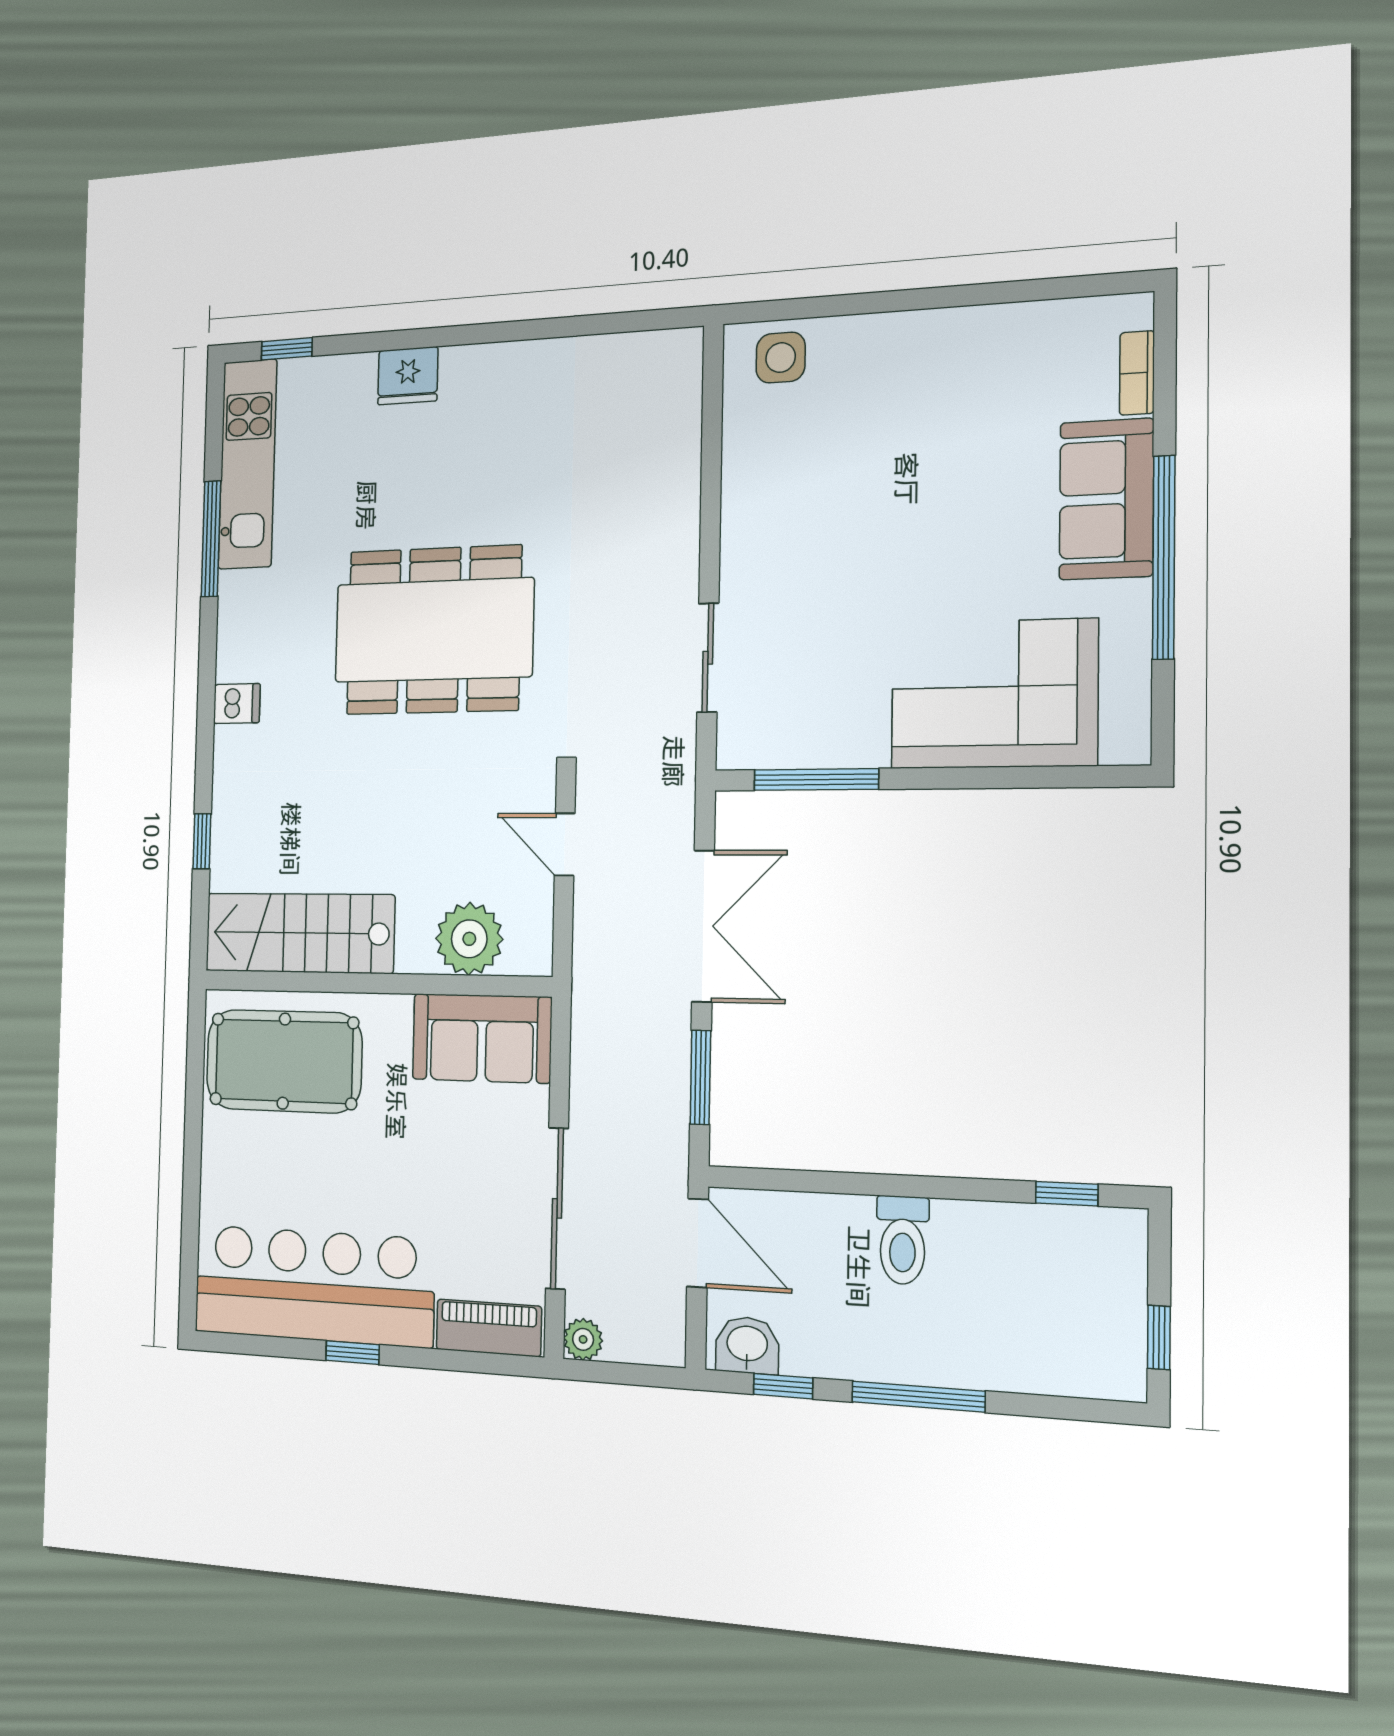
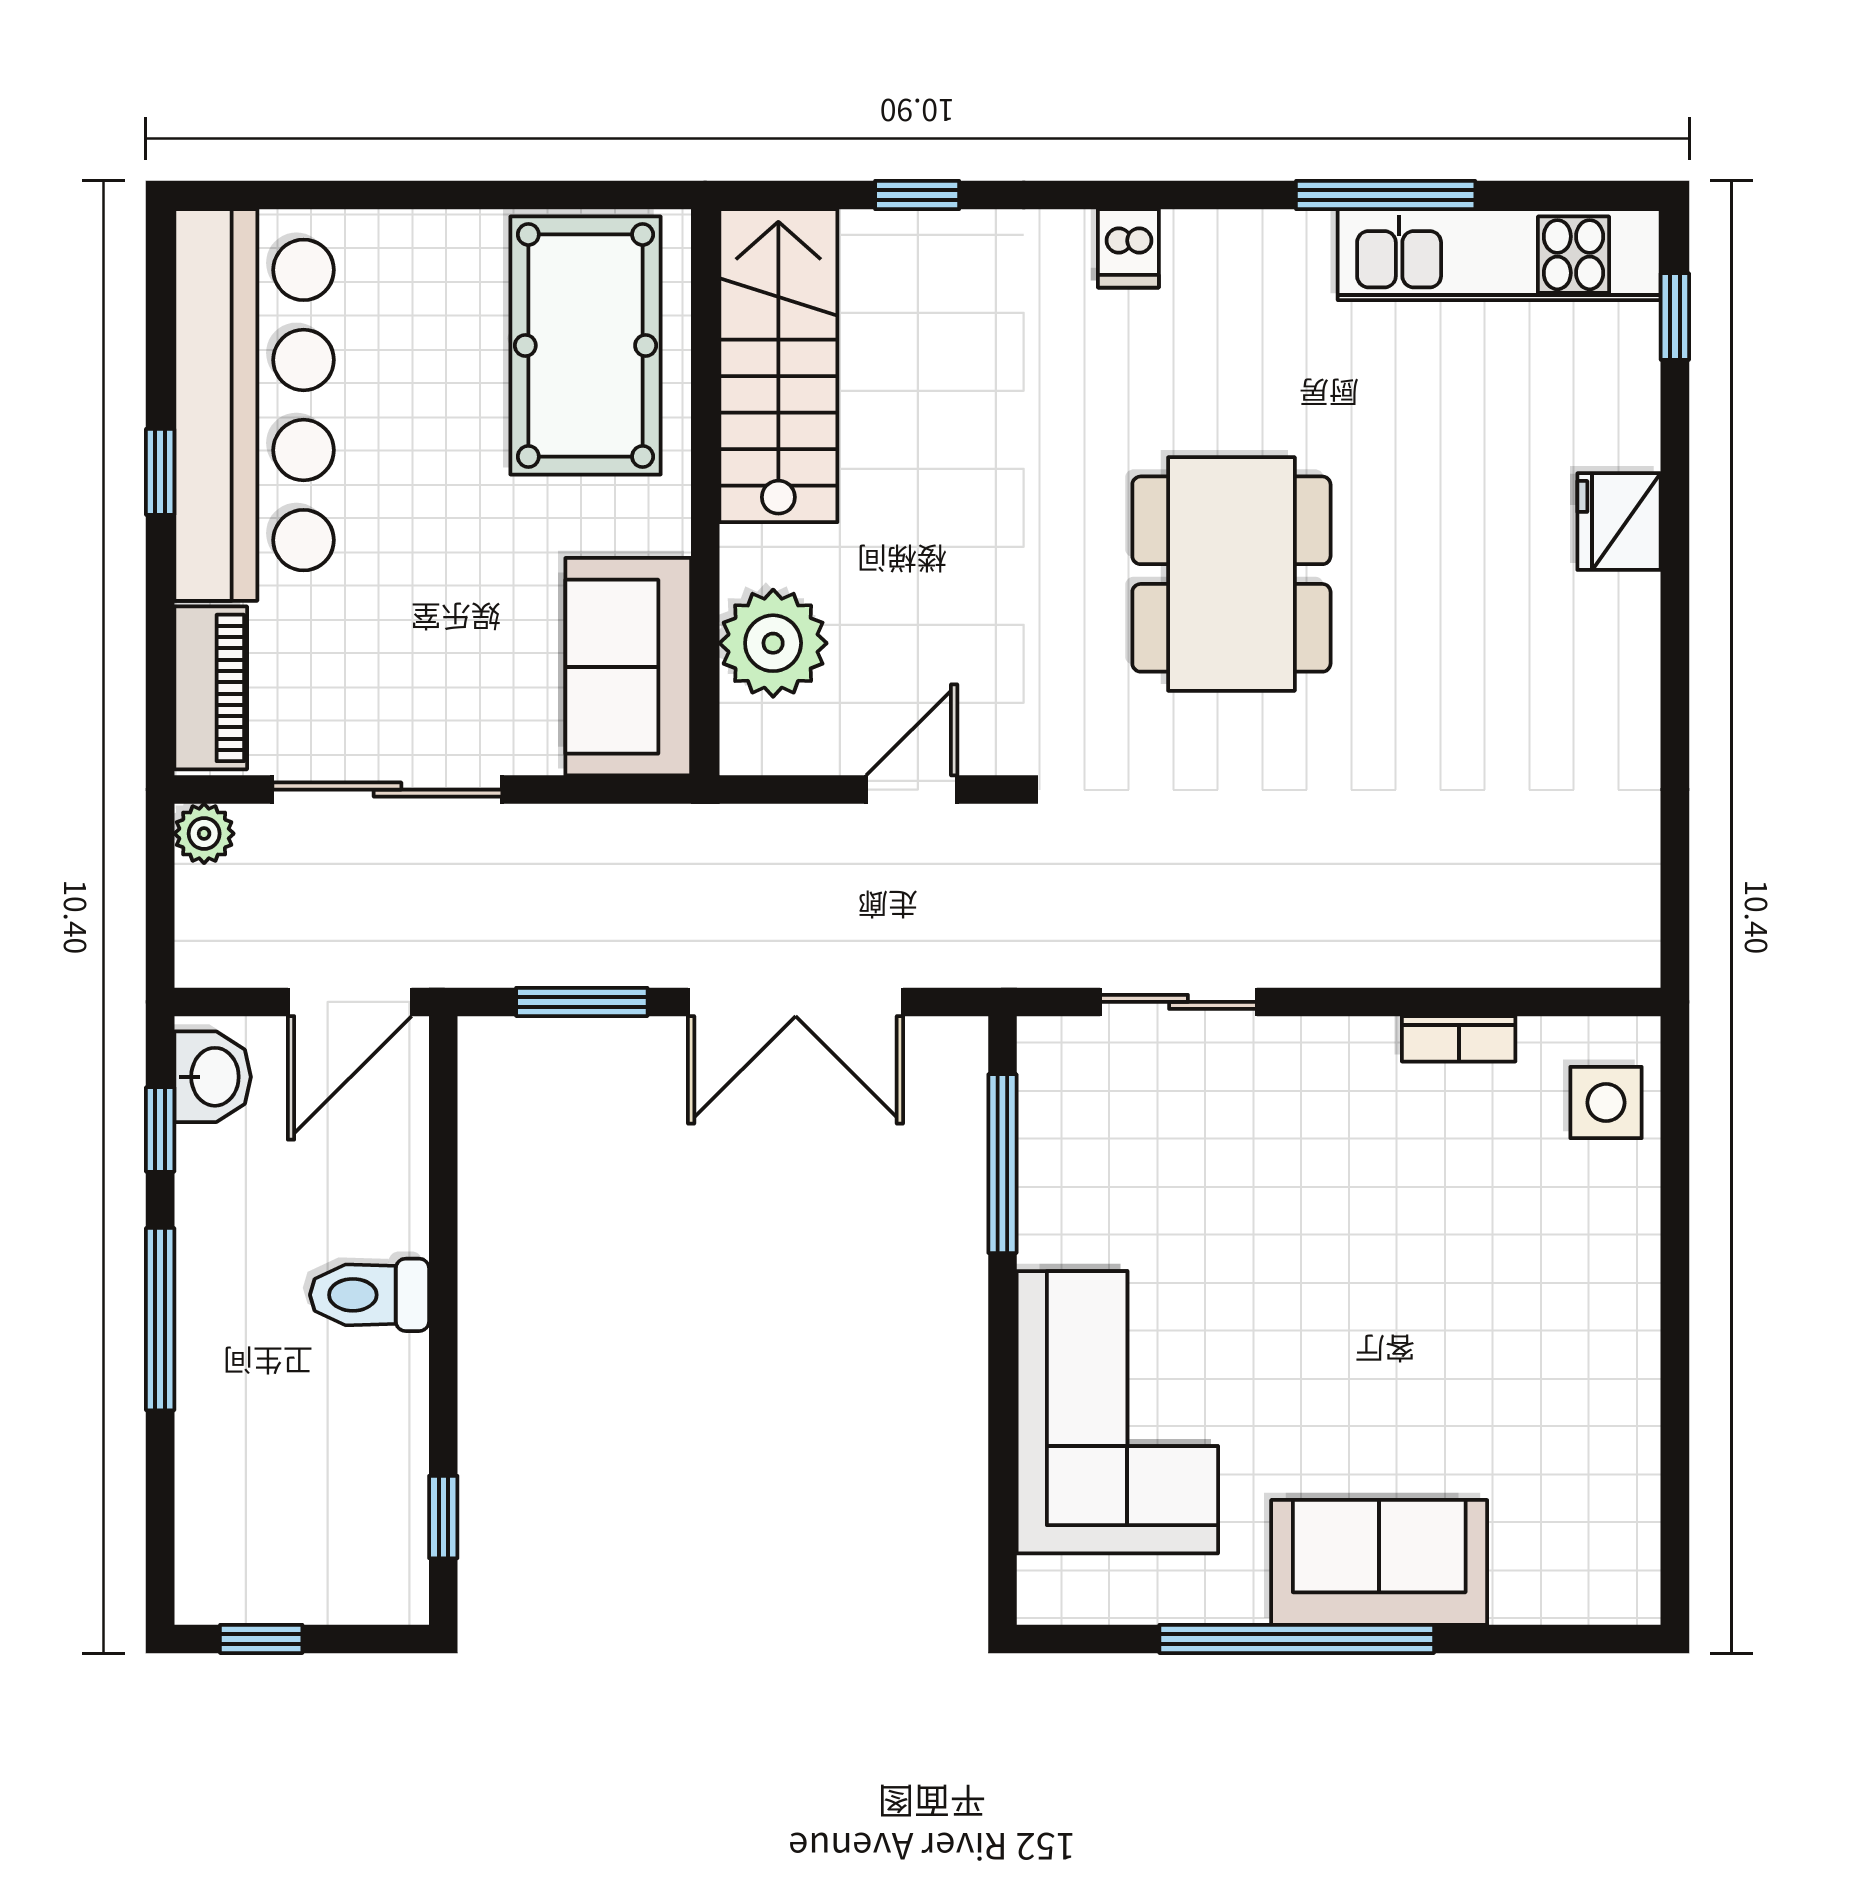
bookcase: (1137, 373) -> (1459, 1039), moved, turned 180
dining table: (434, 630) -> (1231, 574), width x0.73, depth x0.80

